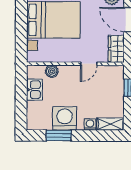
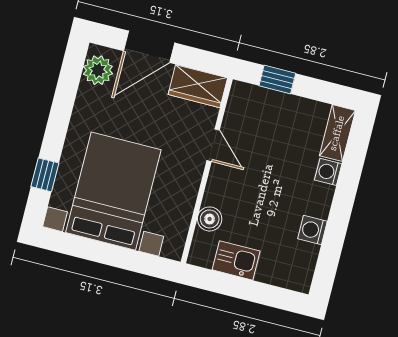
washing machine: (65, 118) -> (312, 230), width x0.53, depth x0.53
window: (59, 135) -> (334, 236), removed

